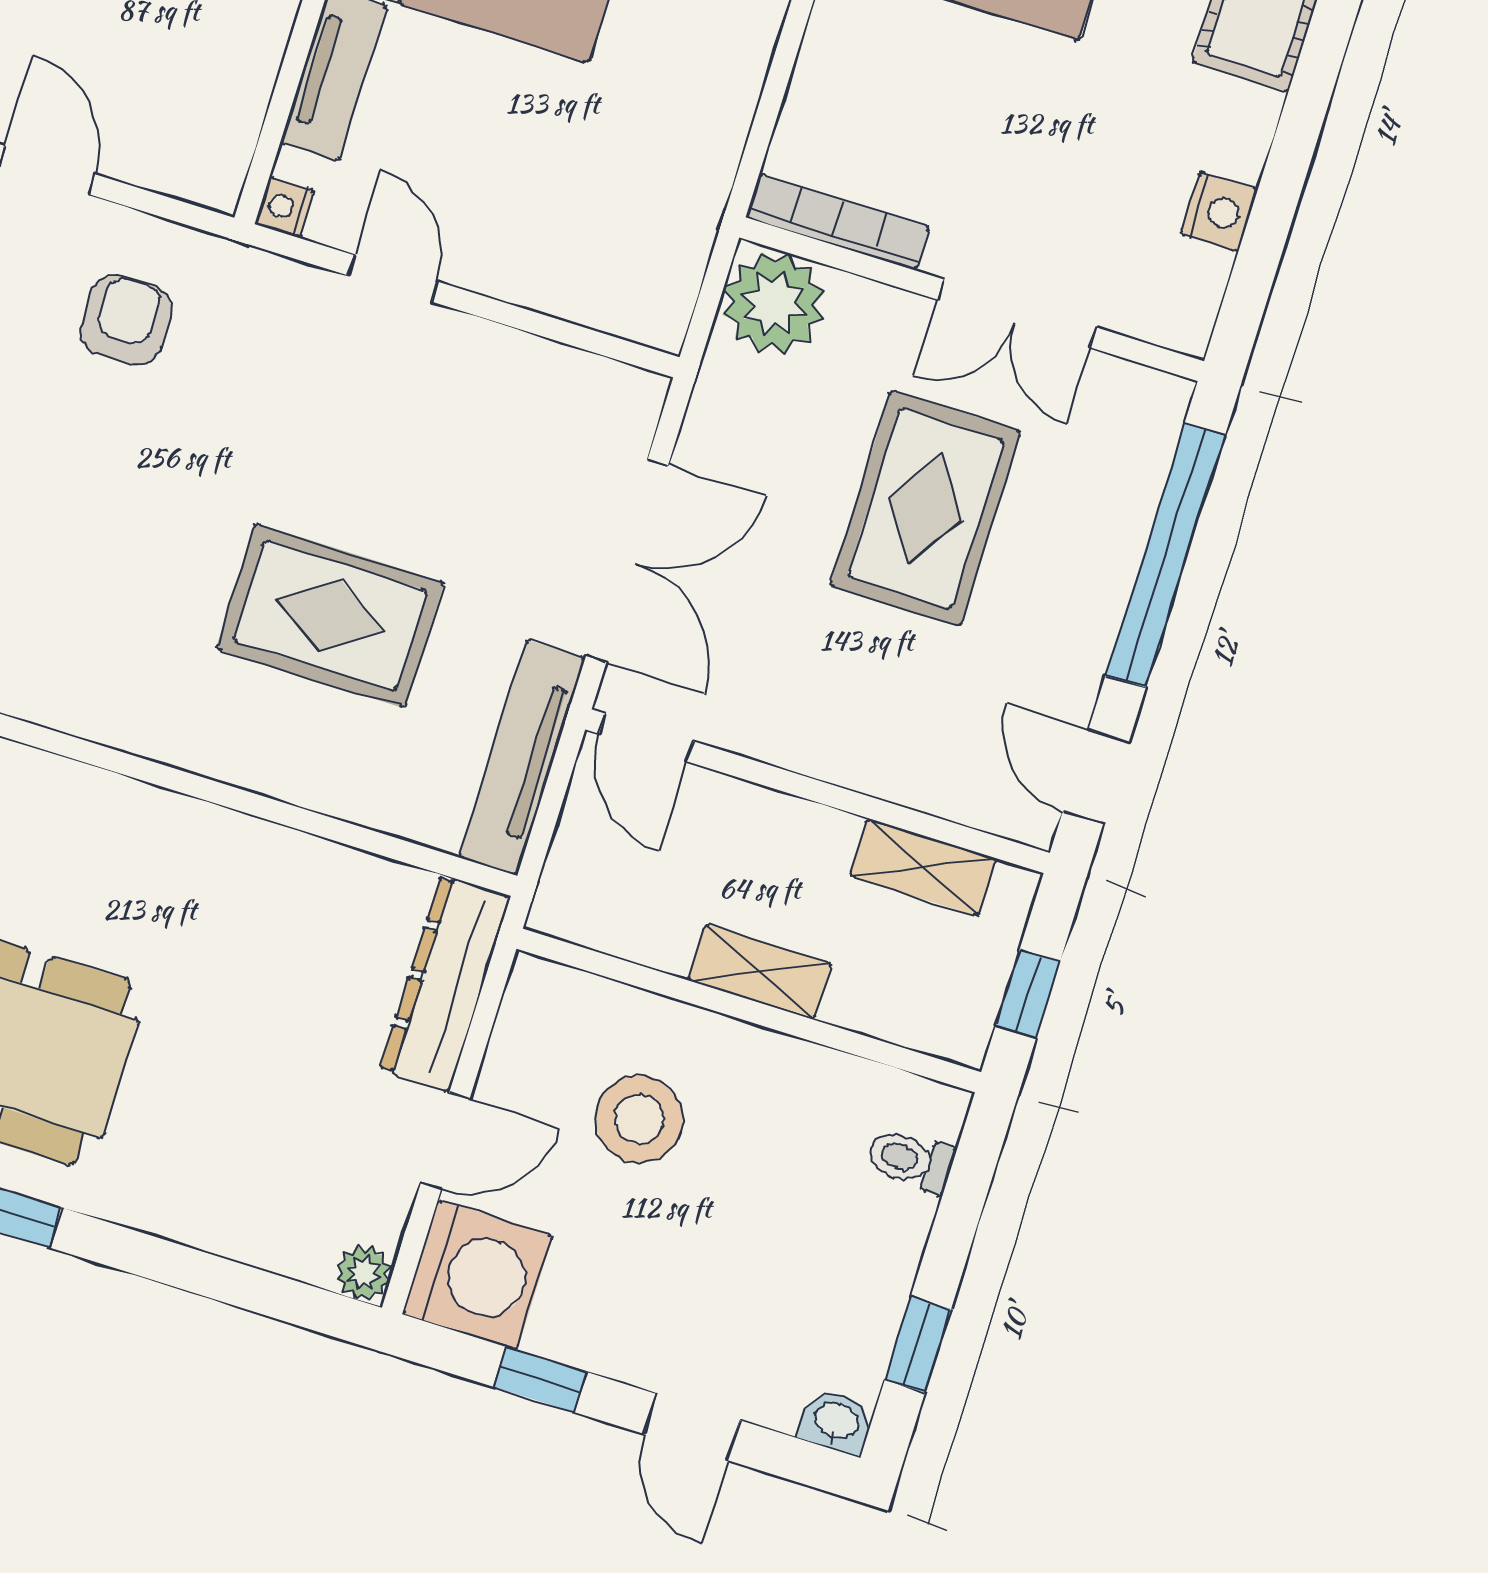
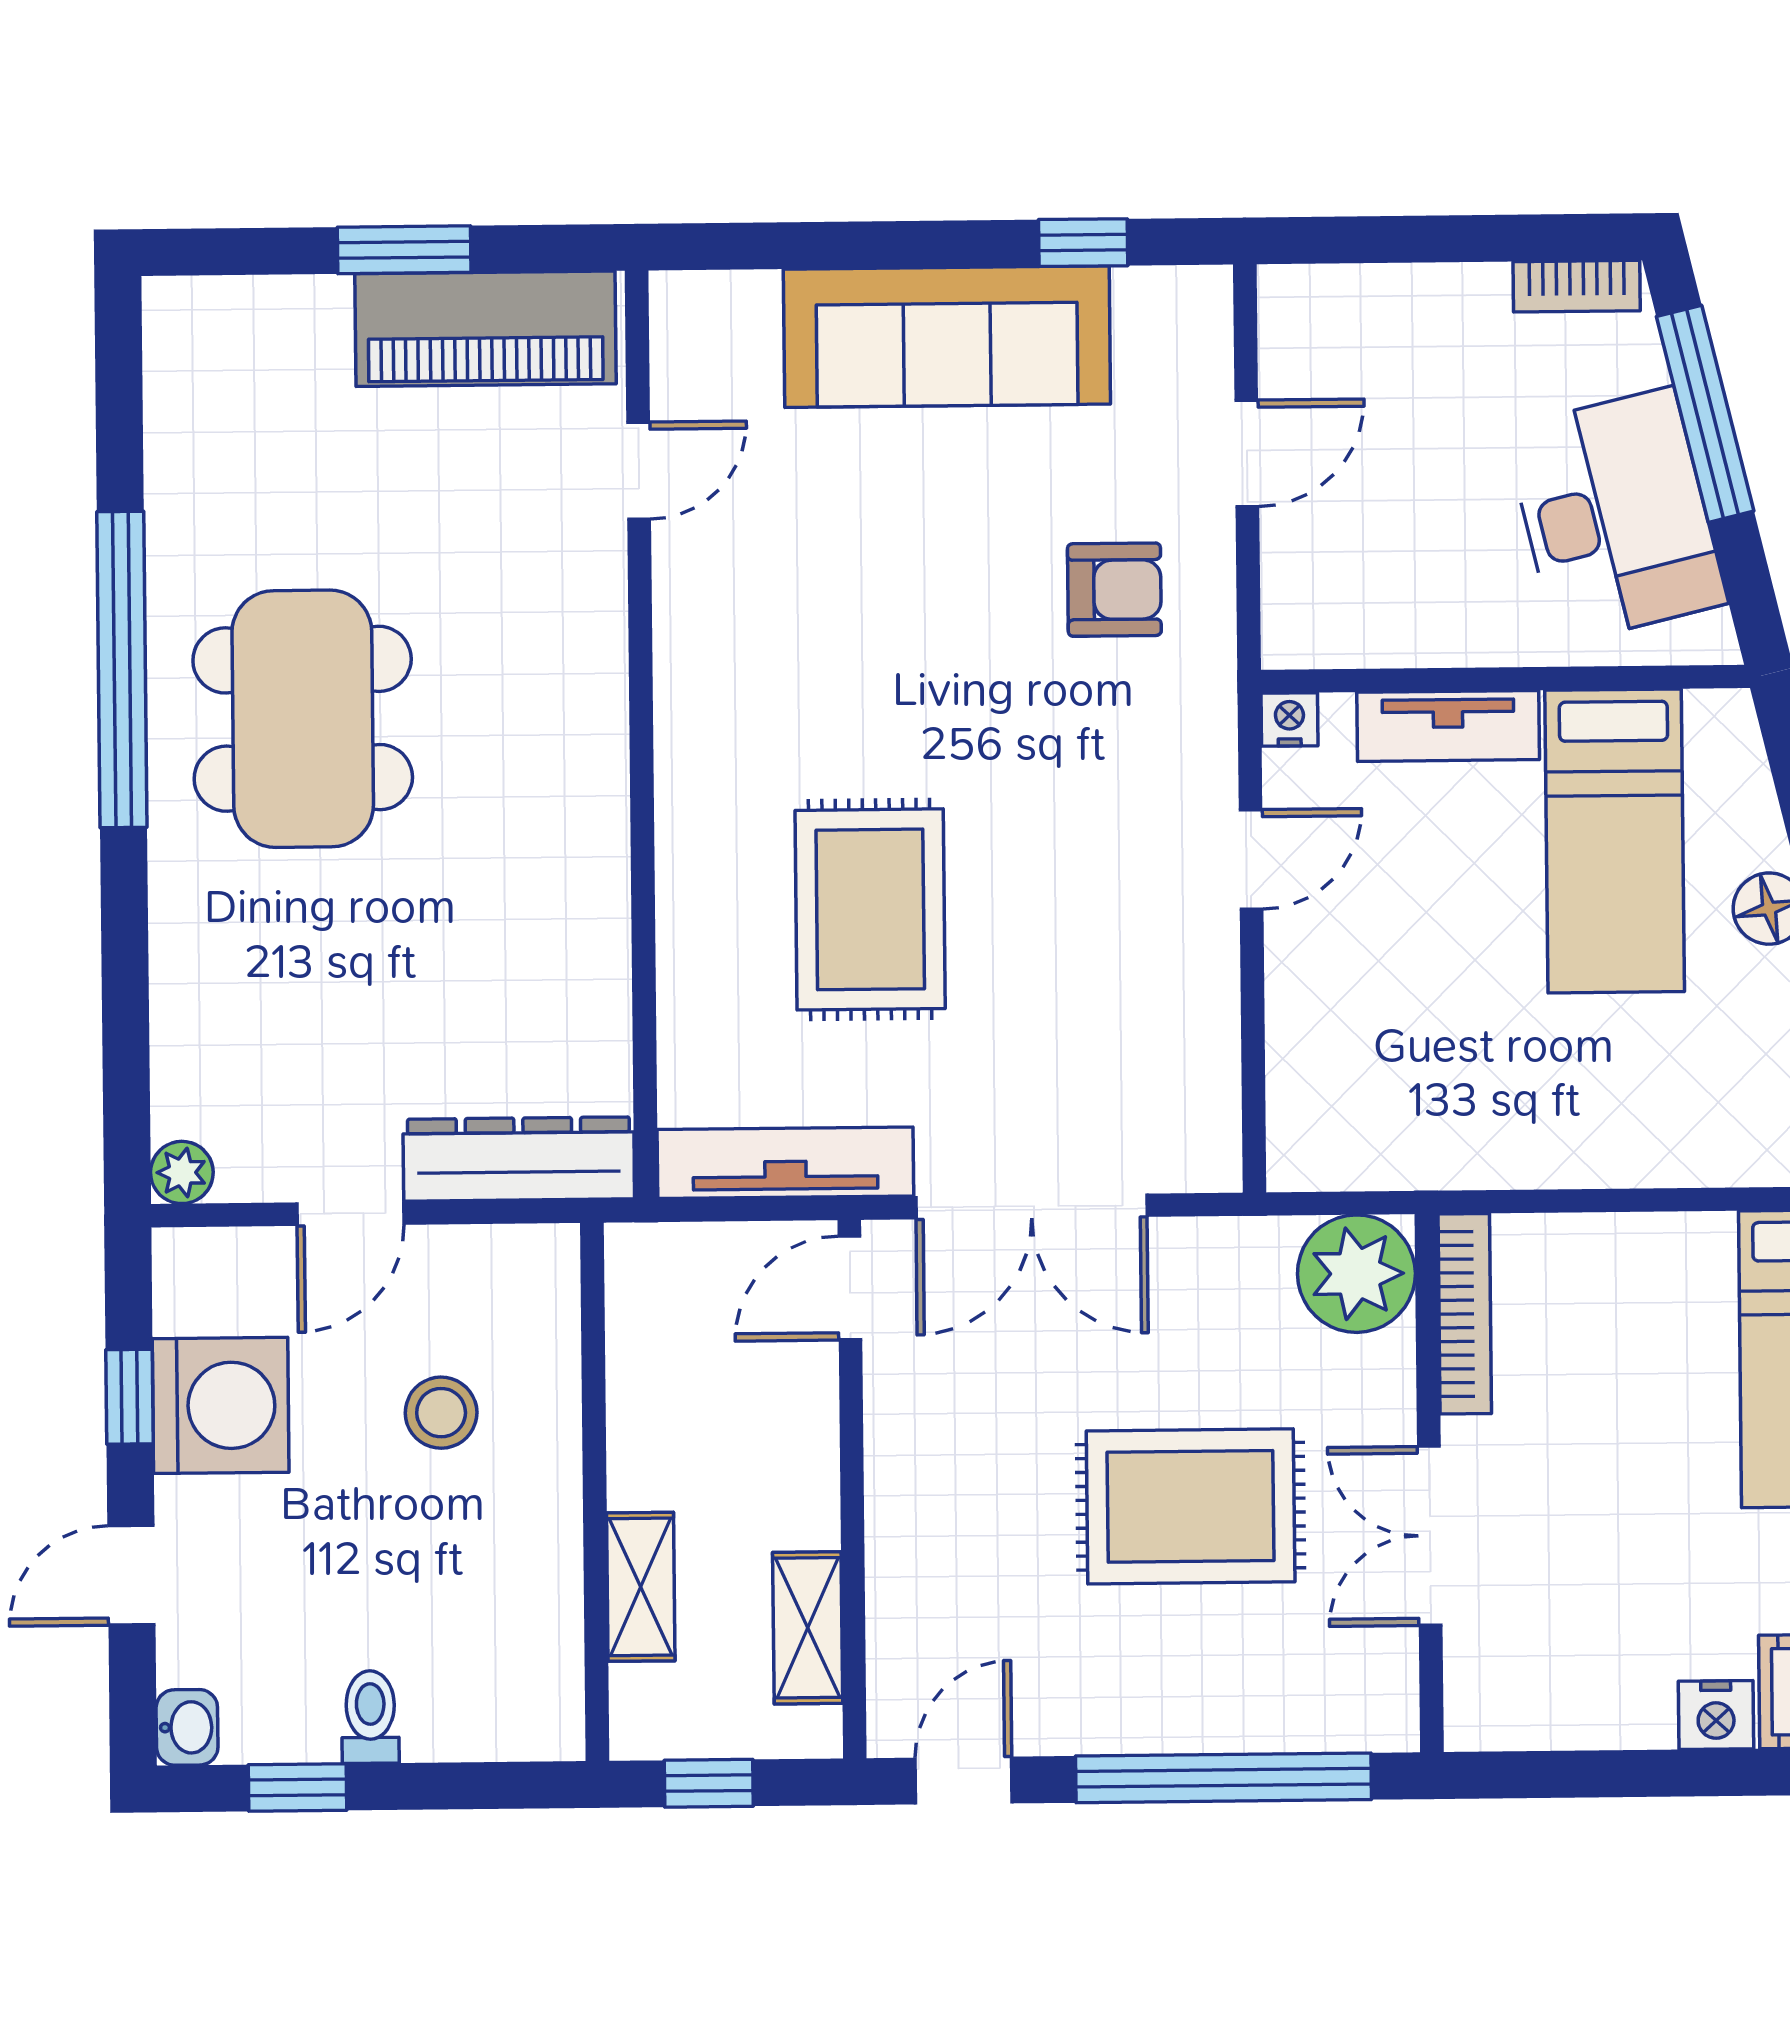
nightstand: (1219, 212) -> (1716, 1715), moved
shelving: (760, 972) -> (641, 1587), moved
stool: (639, 1119) -> (441, 1413), width x0.73, depth x0.73
door: (445, 1141) -> (350, 1214), hinge flipped
toilet: (910, 1160) -> (370, 1717), moved
washing machine: (477, 1275) -> (221, 1405), moved, turned -90

